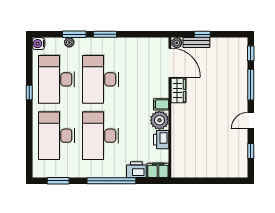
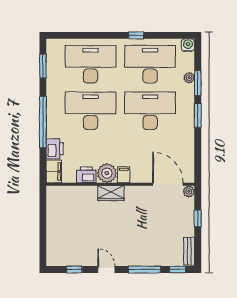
bench: (196, 43) -> (189, 251), moved
door: (170, 63) -> (168, 184), swing flipped
wardrobe: (178, 90) -> (111, 193), moved

